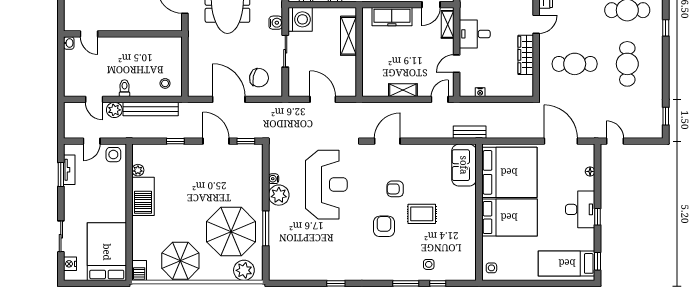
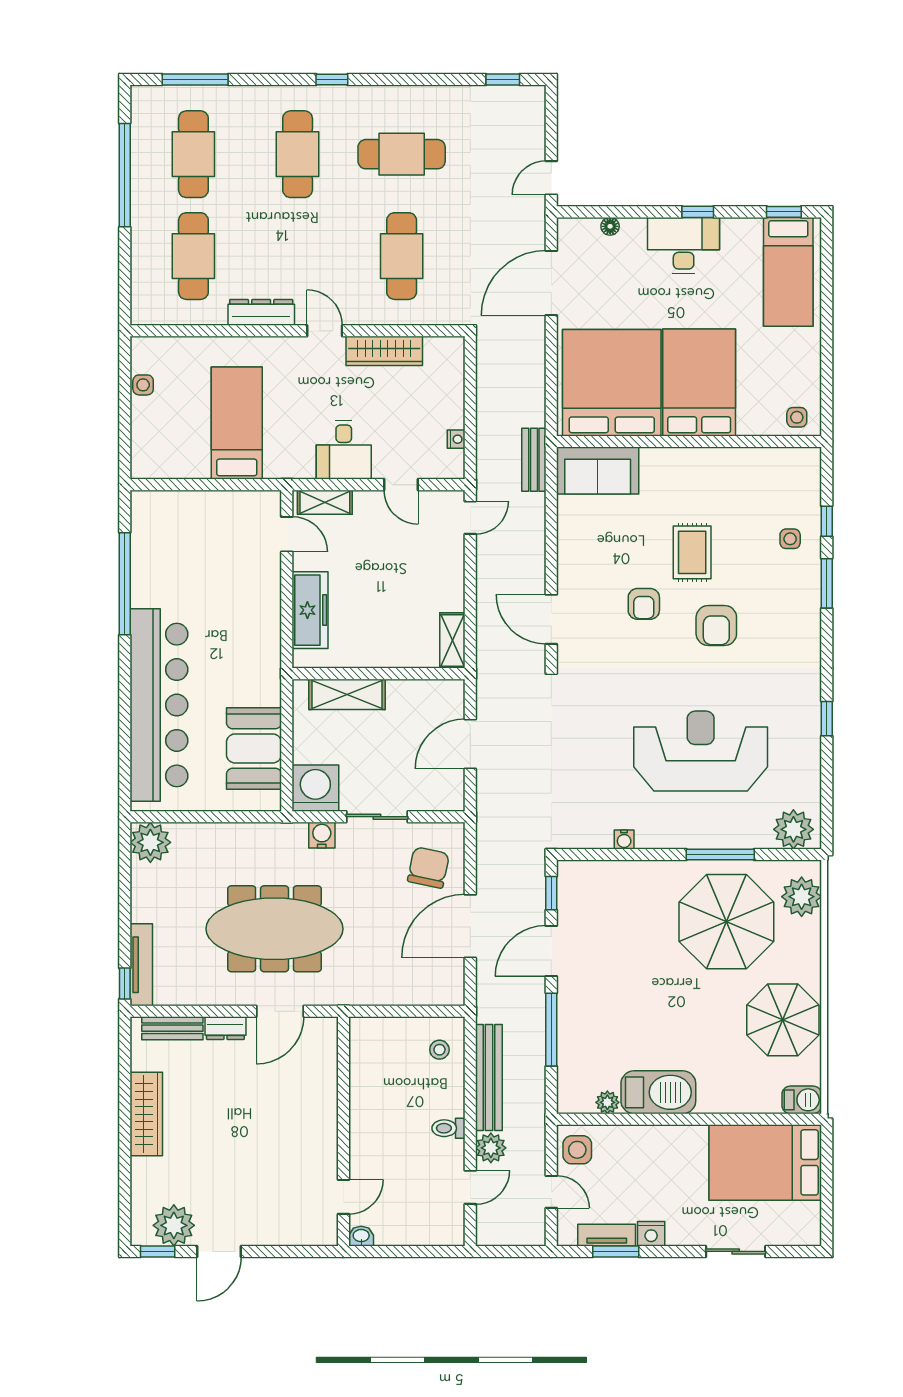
shelving: (403, 90) -> (452, 640), moved
door: (440, 99) -> (470, 518), swing flipped
window: (175, 141) -> (551, 1030), width x2.17
reception desk: (326, 185) -> (701, 751), moved
plant: (279, 195) -> (793, 829), moved
armchair: (384, 226) -> (716, 626), turned -90
nightstand: (70, 264) -> (651, 1234), moved

